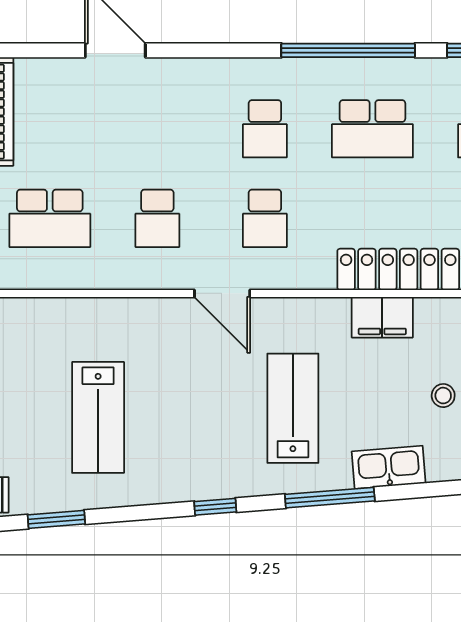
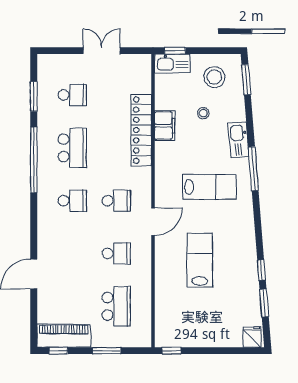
filing cabinet: (382, 317) -> (165, 126), moved
lab bench: (293, 408) -> (209, 187), turned 180
lab bench: (98, 417) -> (200, 260), moved, turned -90
window: (215, 507) -> (261, 270), moved

